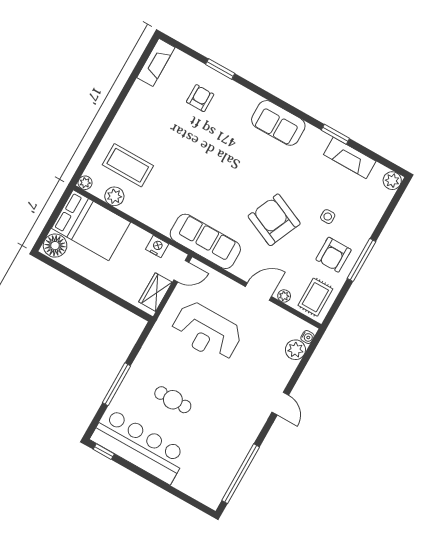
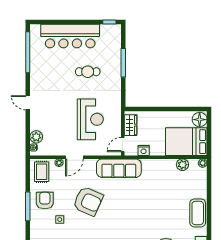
coffee table: (128, 165) -> (198, 213), moved, turned 90
reception desk: (207, 332) -> (90, 119), turned 90
bar counter: (139, 446) -> (70, 36), moved

